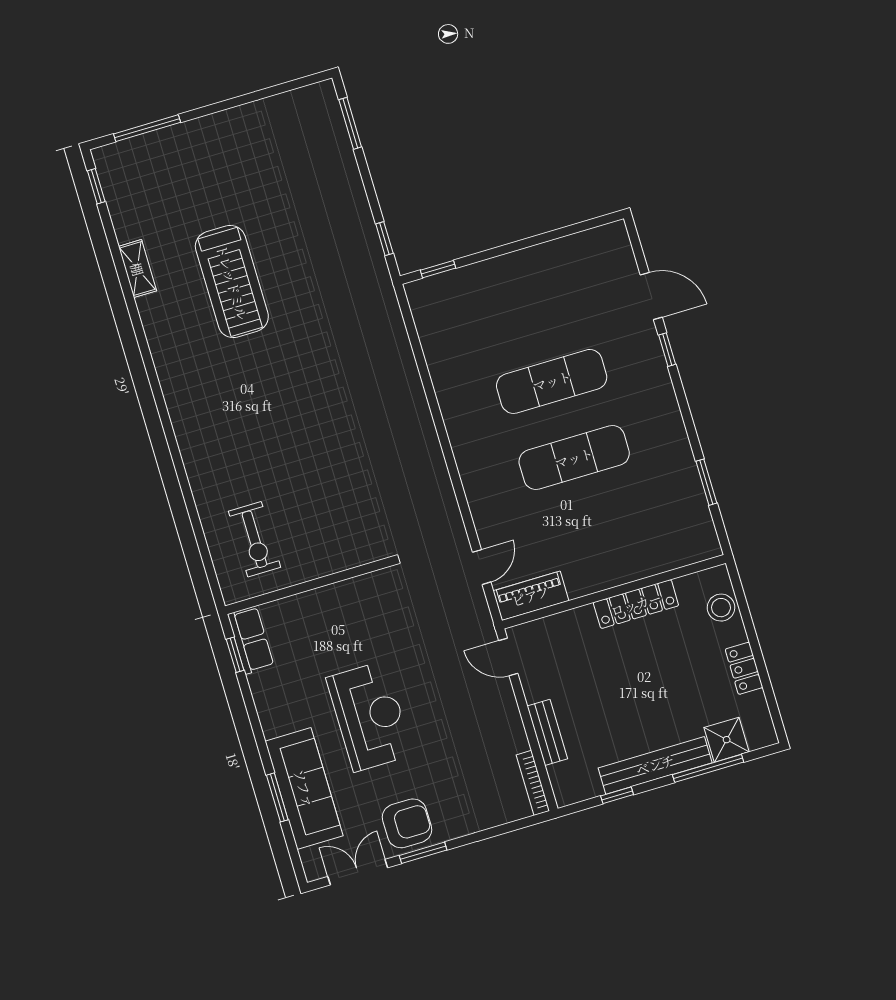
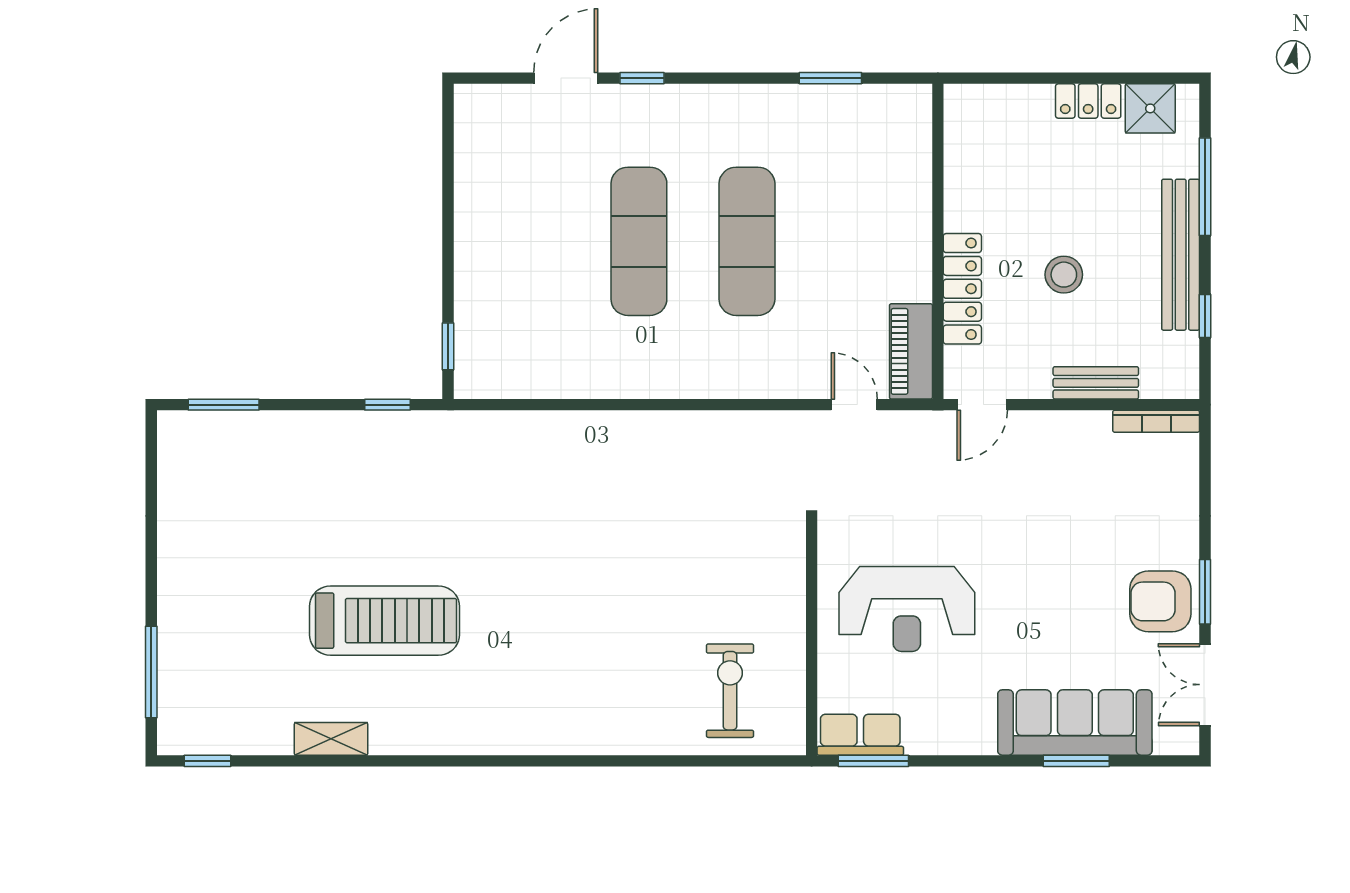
exercise bike: (254, 539) -> (730, 691), turned -90
locker: (636, 604) -> (962, 289), moved
stool: (721, 608) -> (1064, 275), moved
window: (235, 655) -> (873, 761), width x1.50
reception desk: (369, 716) -> (907, 609), moved, turned 180
shower: (727, 740) -> (1150, 108), moved
armchair: (407, 823) -> (1160, 601), turned -90

